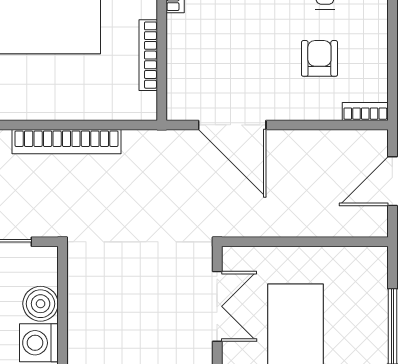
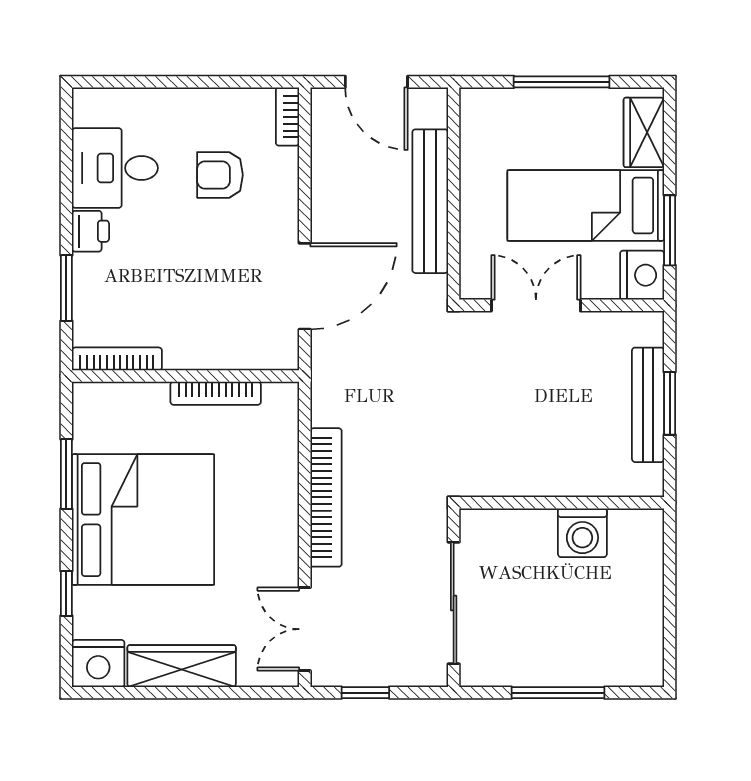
bench: (299, 223) -> (430, 201), added
boiler: (41, 304) -> (533, 531), removed

